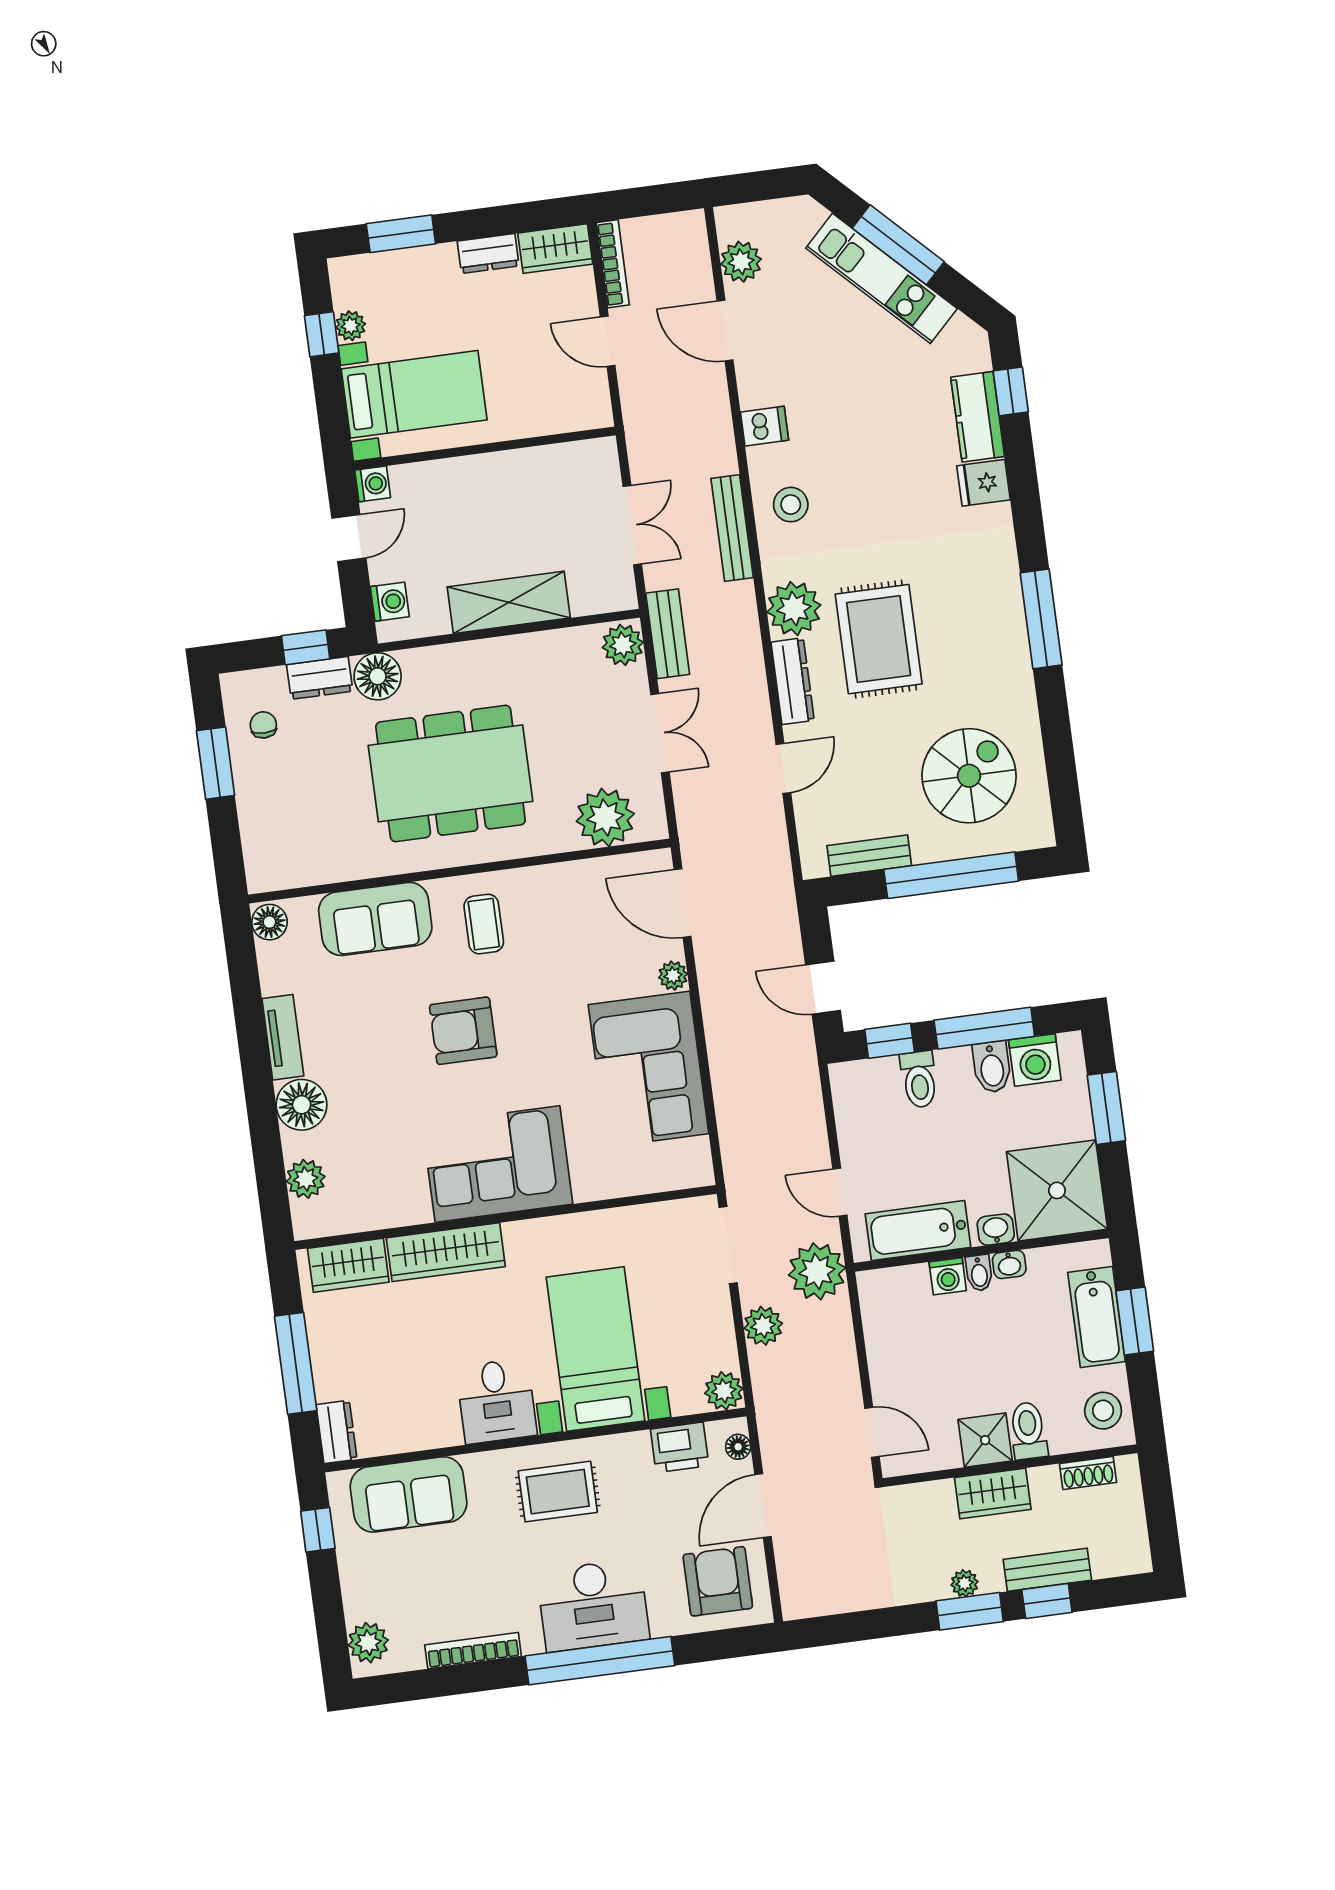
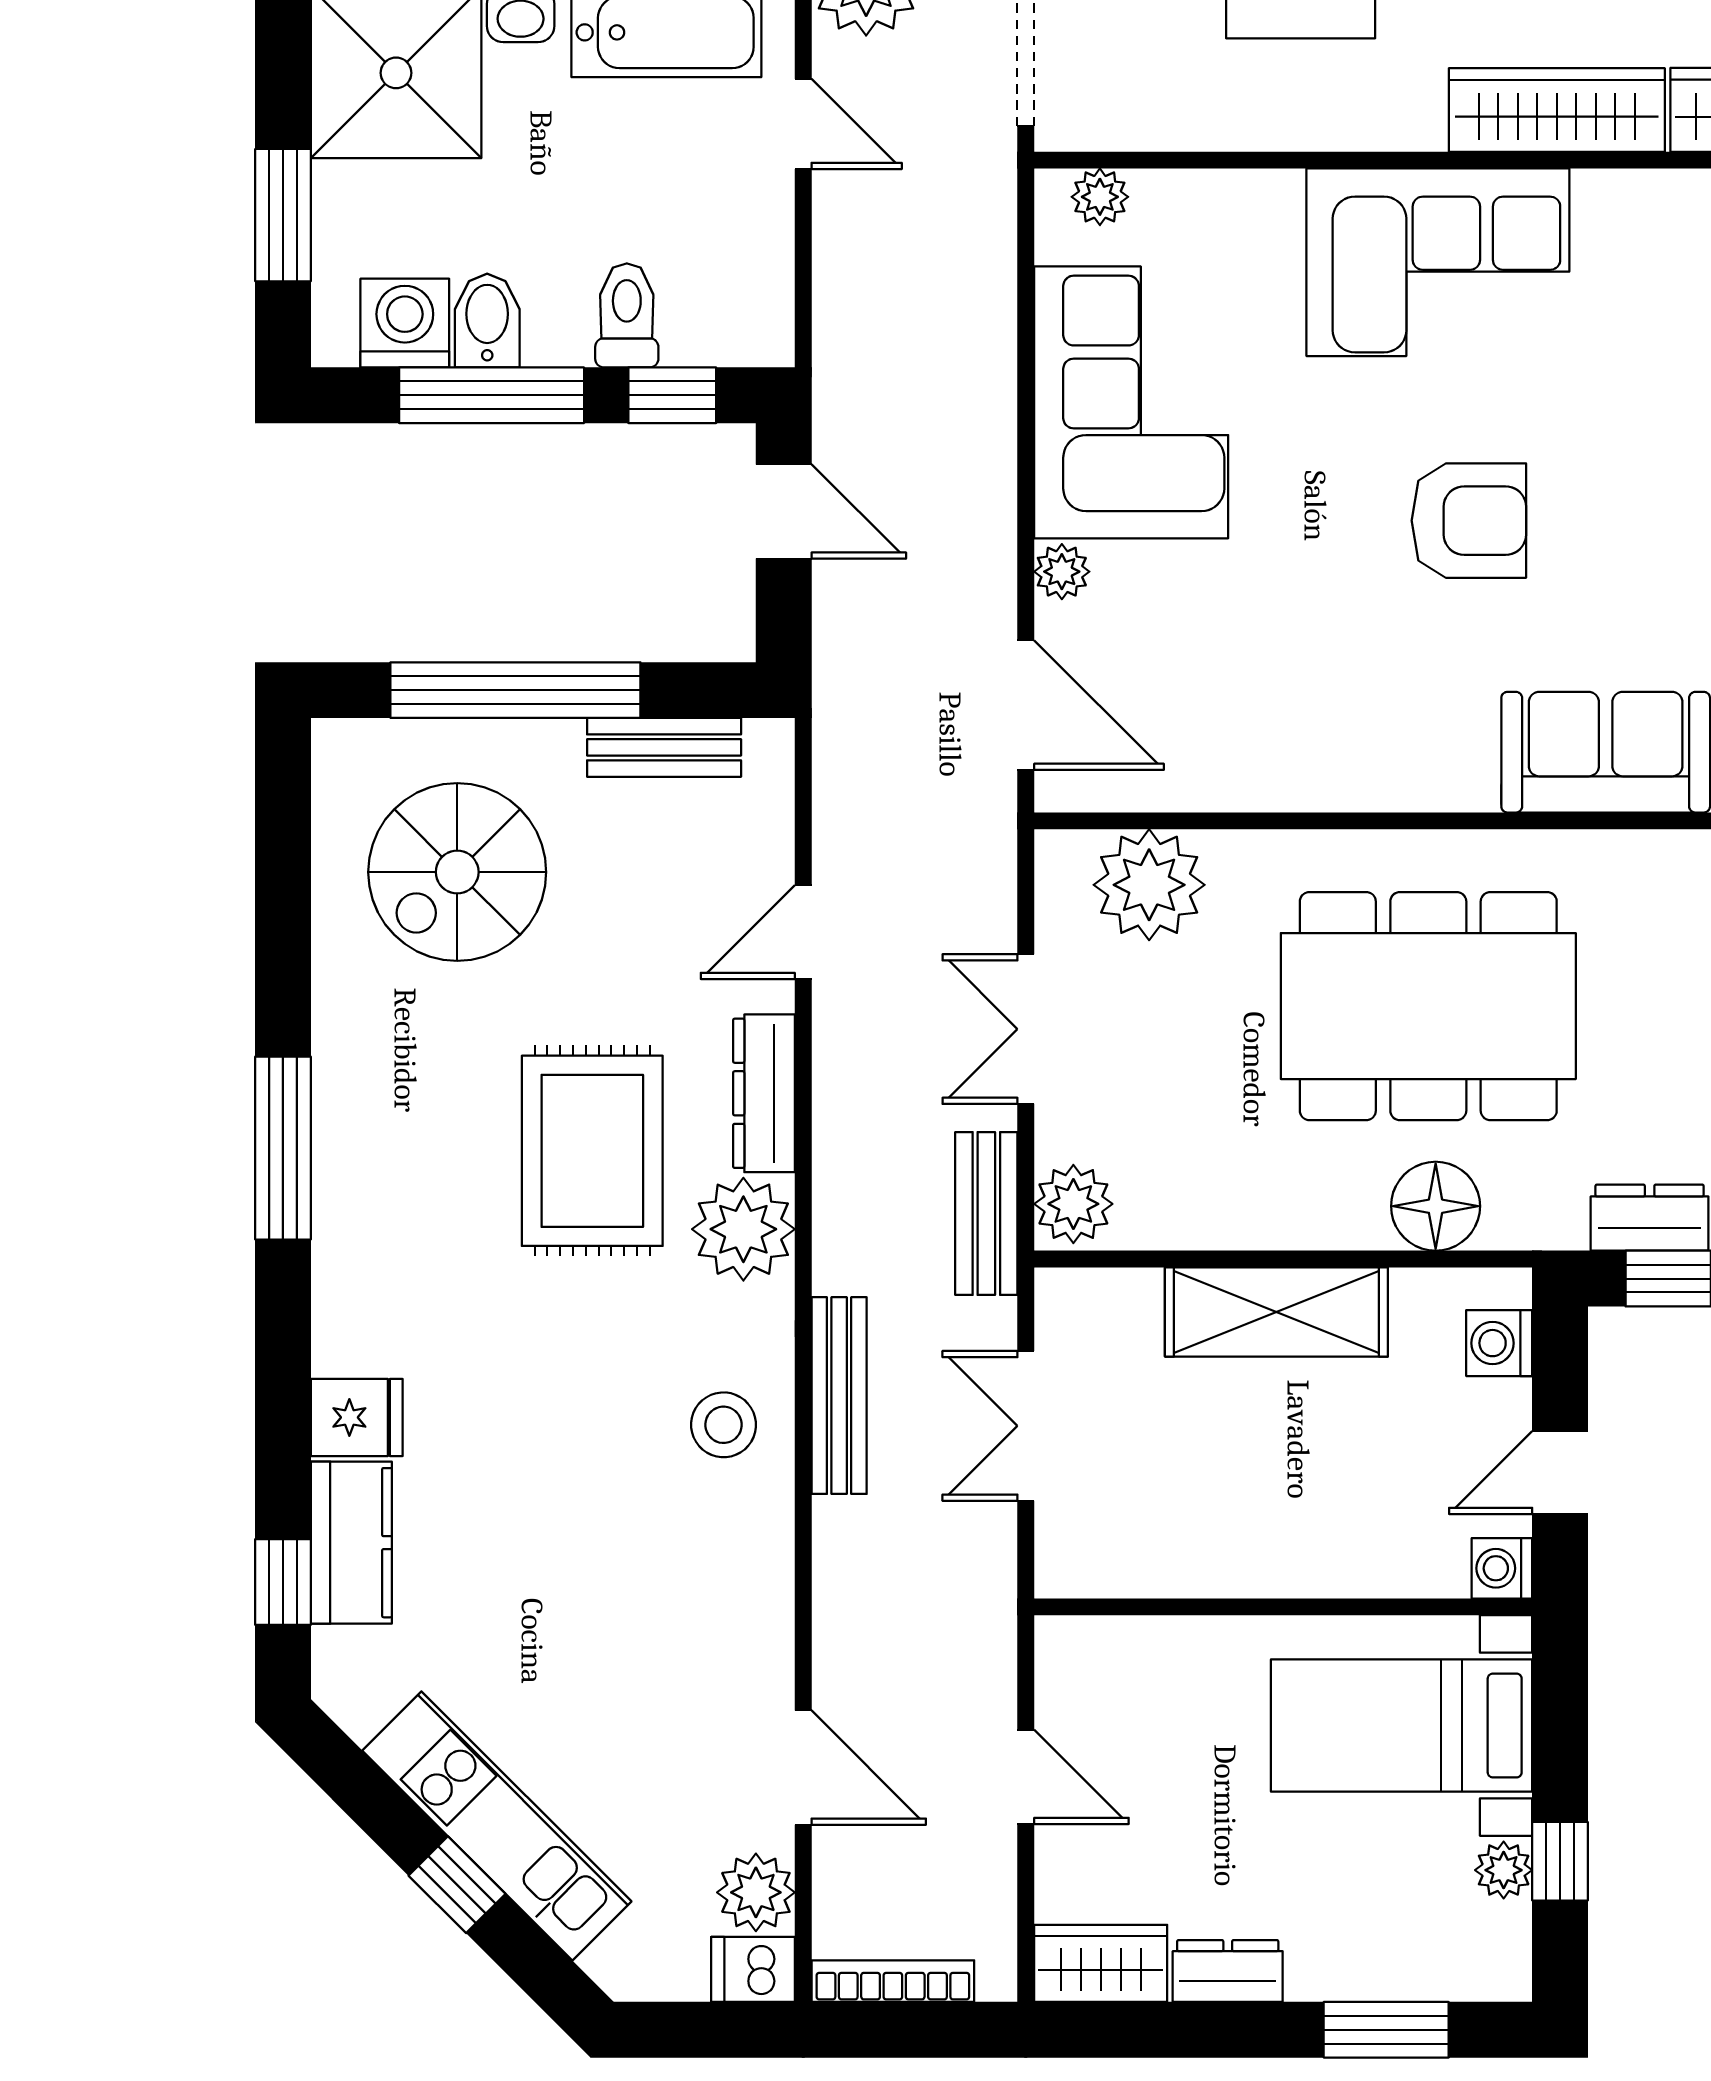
window: (898, 245) -> (457, 1885), width x0.46
bookcase: (613, 264) -> (893, 1981), moved, turned 90
dishwasher: (765, 426) -> (753, 1969), moved
floor lamp: (378, 676) -> (1436, 1206), moved
coffee table: (484, 924) -> (1404, 715), removed
plant: (679, 1175) -> (1100, 197), added

